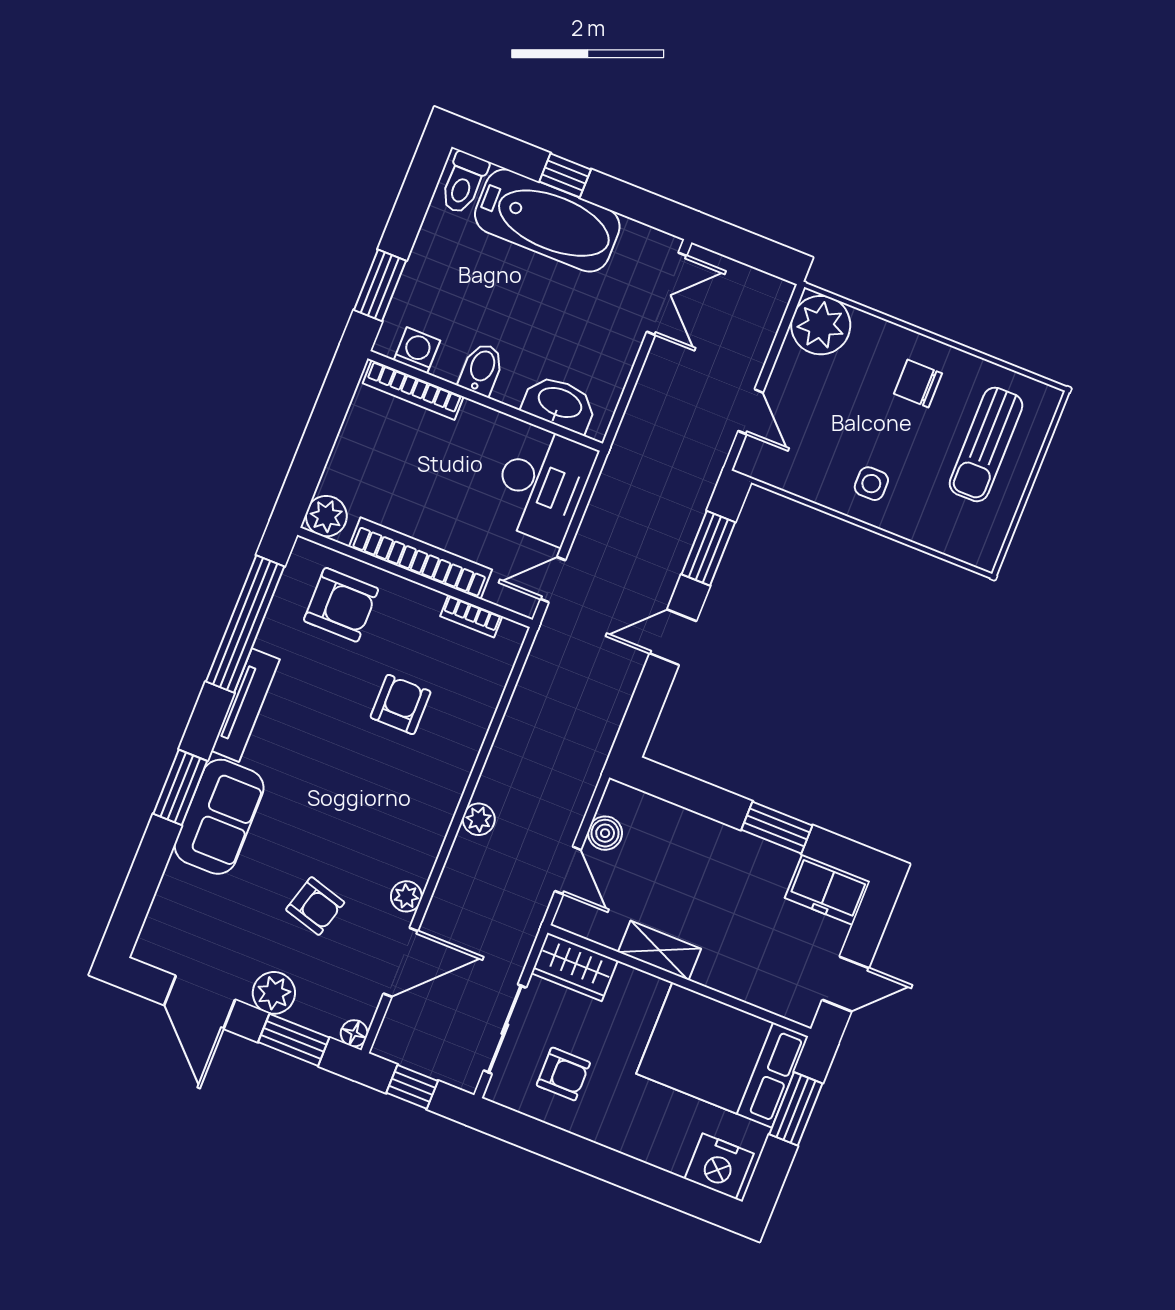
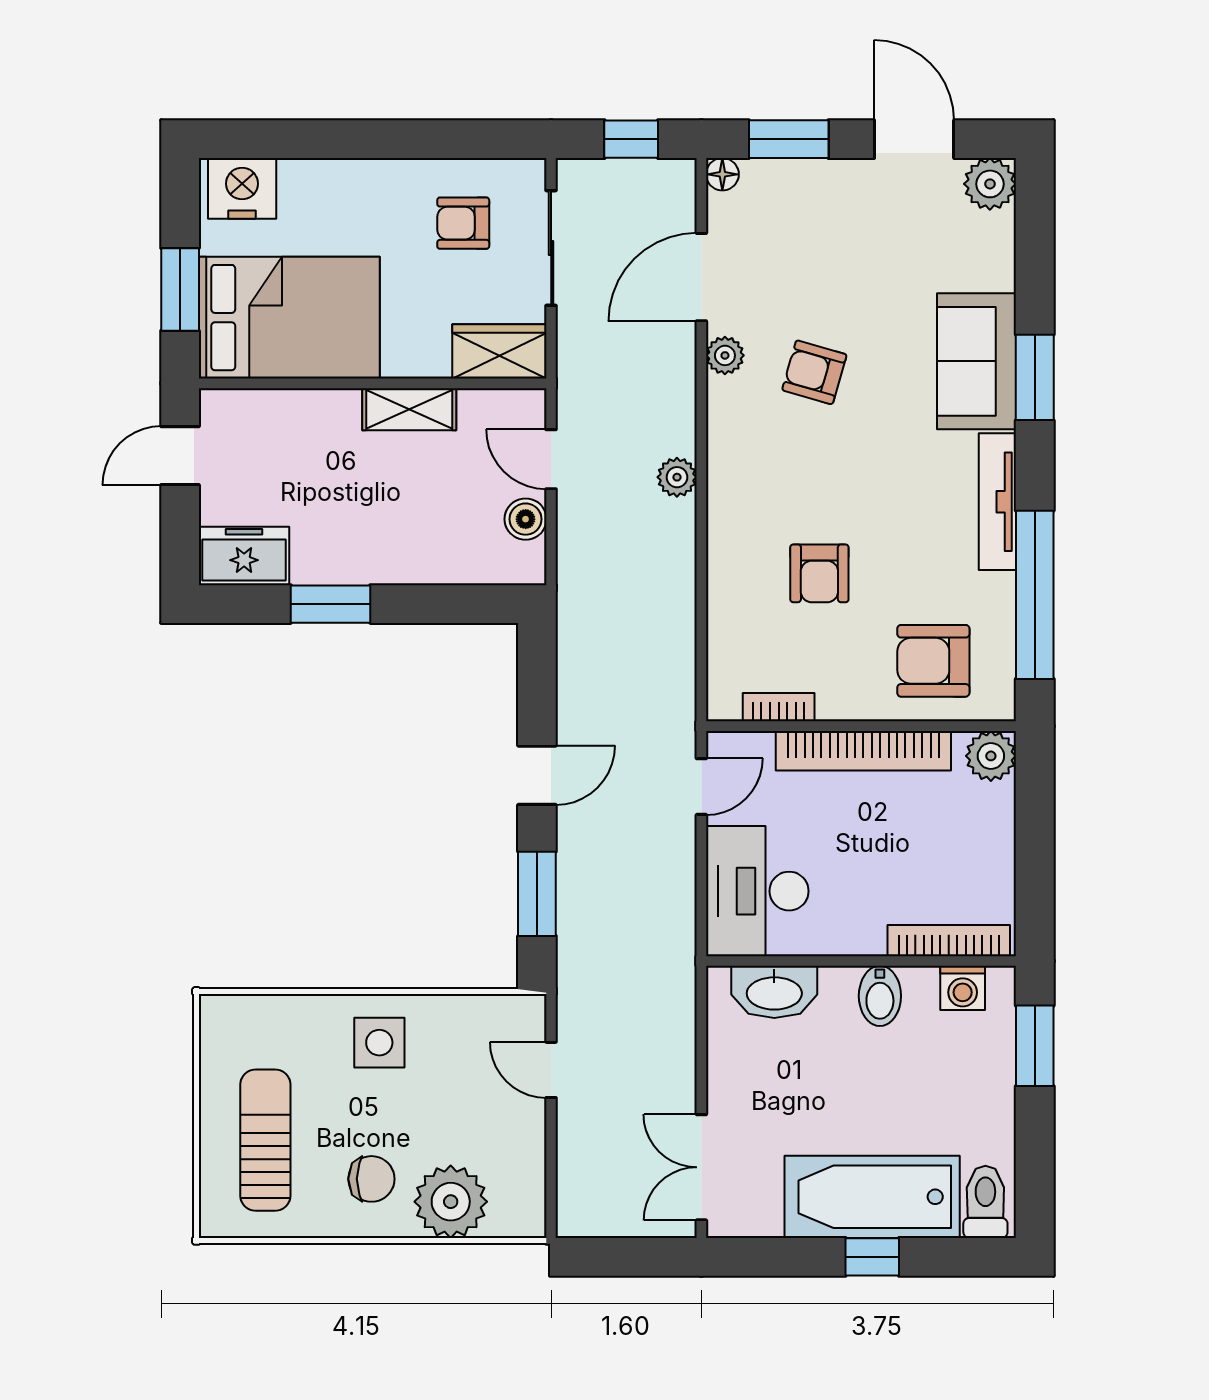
plant: (821, 325) -> (451, 1202), moved
side table: (871, 484) -> (379, 1043), width x1.37, depth x1.37
armchair: (315, 906) -> (814, 372), moved
plant: (274, 993) -> (990, 184), moved

